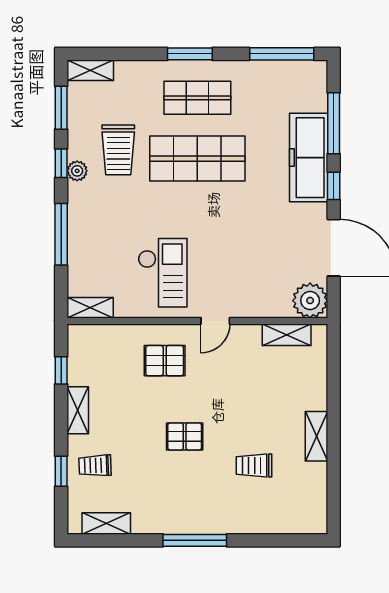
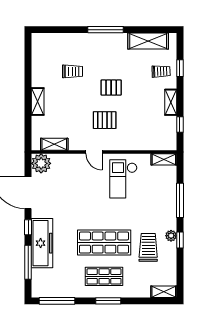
window: (61, 108) -> (180, 271), removed
door: (215, 321) -> (94, 152), swing flipped
pallet: (165, 361) -> (105, 120), moved
shelving: (316, 436) -> (38, 101), moved
shelving: (106, 524) -> (148, 41), width x1.50, depth x1.33

